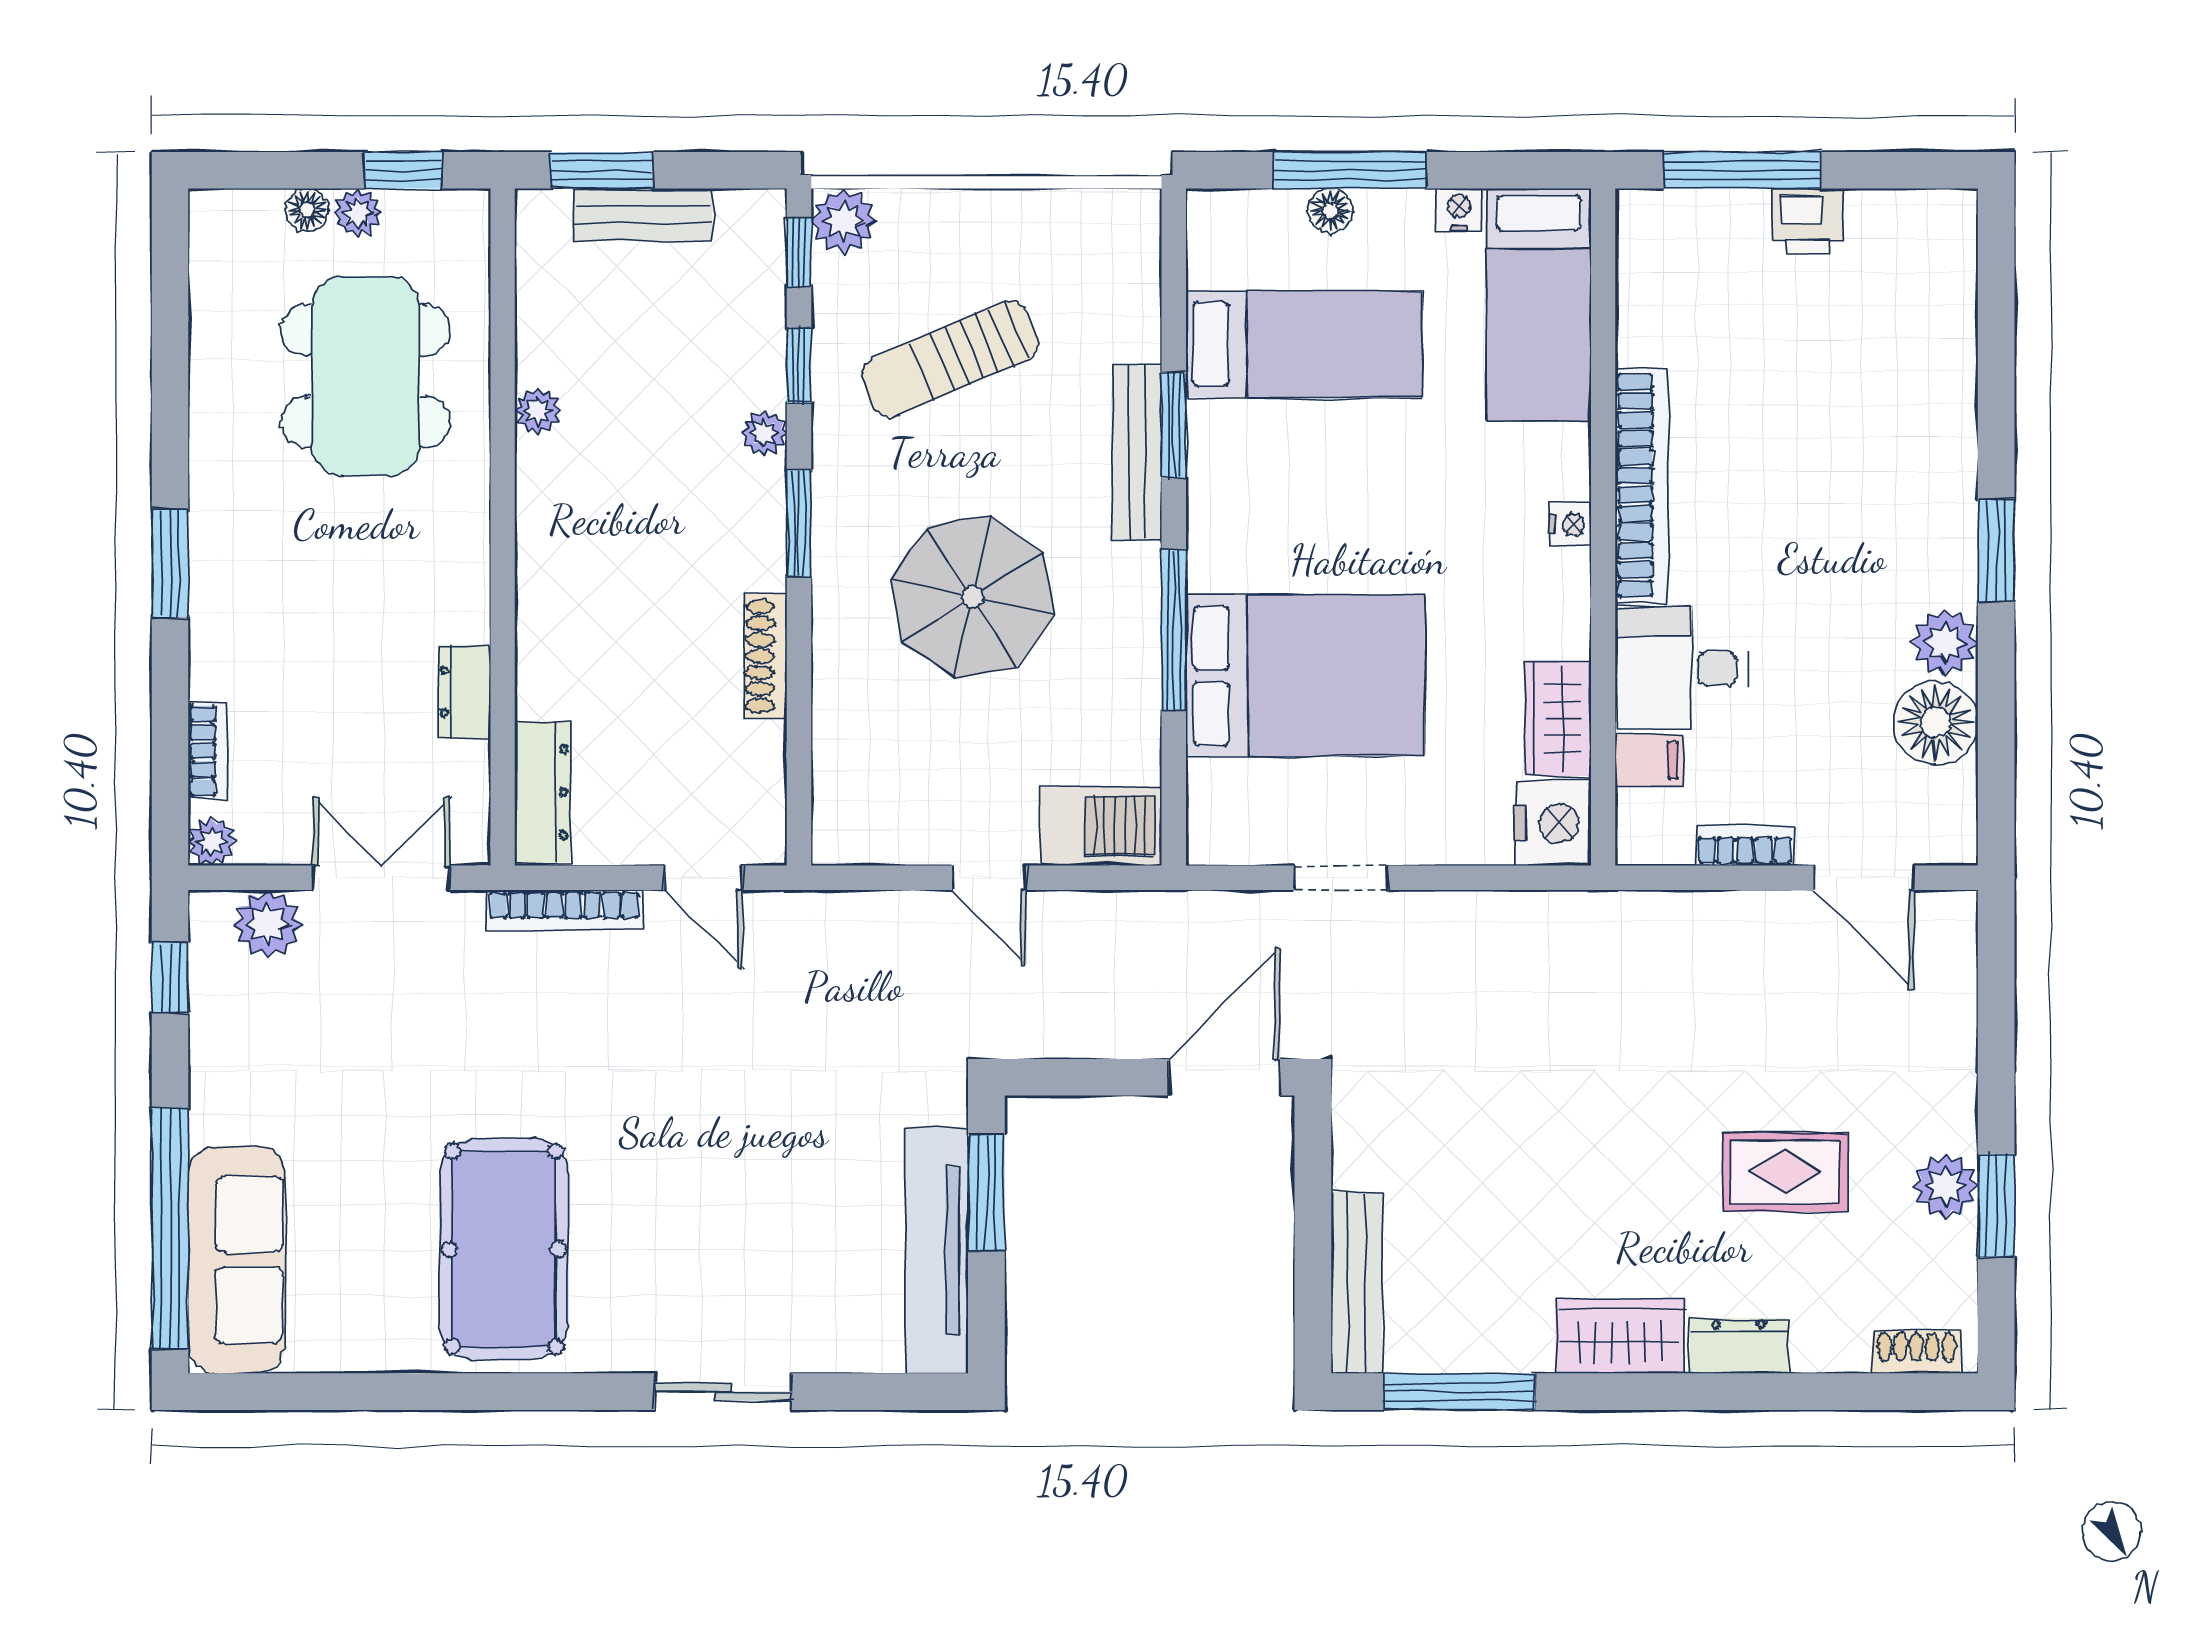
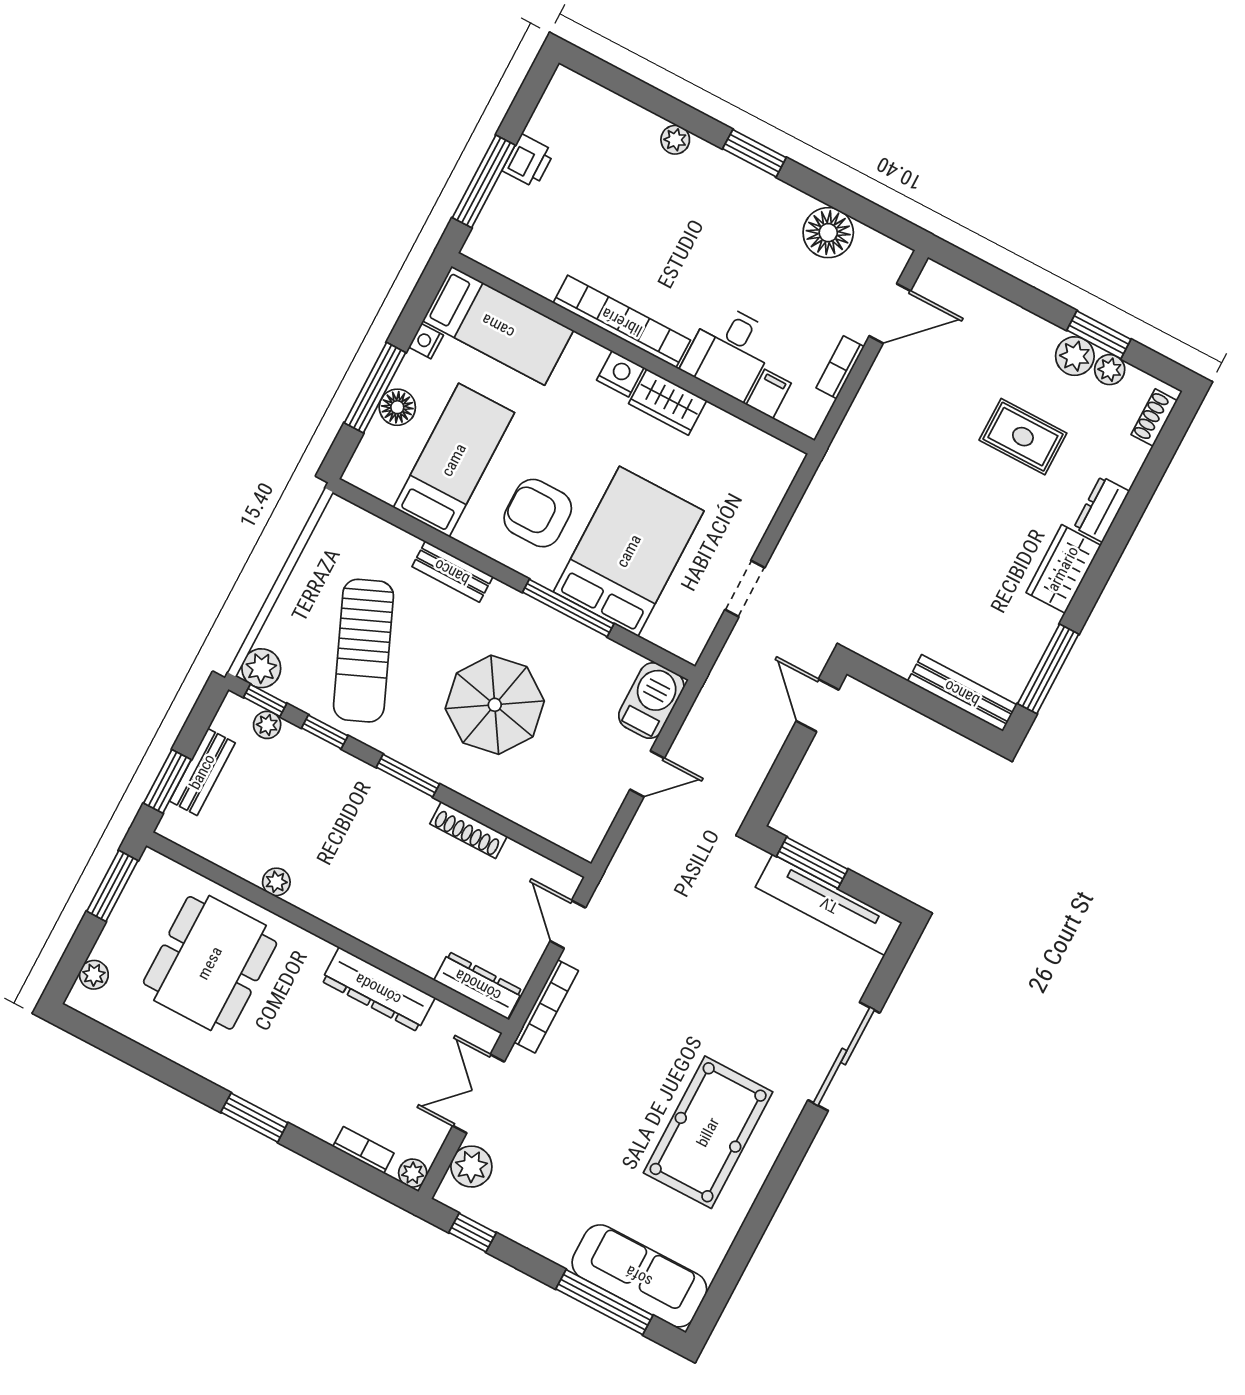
window: (403, 170) -> (112, 886), width x1.50
floor lamp: (307, 210) -> (106, 947), removed
floor lamp: (1330, 211) -> (397, 407), width x1.37, depth x1.37
plant: (358, 212) -> (94, 975), moved
sun lounger: (950, 359) -> (363, 651), width x1.36, depth x1.34
dining table: (365, 376) -> (210, 963), turned 90
window: (1174, 425) -> (460, 551), removed
plant: (764, 433) -> (267, 725), moved
bench: (1137, 453) -> (452, 572), width x0.73
armchair: (1291, 511) -> (538, 513), added
nightstand: (1570, 524) -> (620, 374), width x1.39, depth x1.35
plant: (1945, 642) -> (675, 140), moved, width x0.73, depth x0.73
dresser: (464, 692) -> (378, 989), width x1.96, depth x1.24
wardrobe: (1558, 719) -> (668, 402), moved
nightstand: (1553, 823) -> (775, 462), removed
door: (703, 878) -> (568, 924), swing flipped
door: (1224, 1077) -> (817, 705), width x0.73
rug: (1785, 1172) -> (1023, 437), turned 90
window: (170, 1228) -> (604, 1302), width x0.68
plant: (1953, 1248) -> (1110, 370), added
pool table: (504, 1249) -> (708, 1132), turned 90
sliding door: (723, 1392) -> (844, 1056), width x1.37

